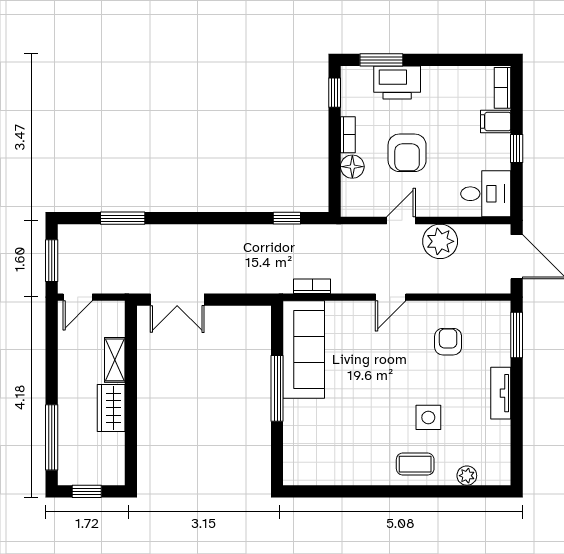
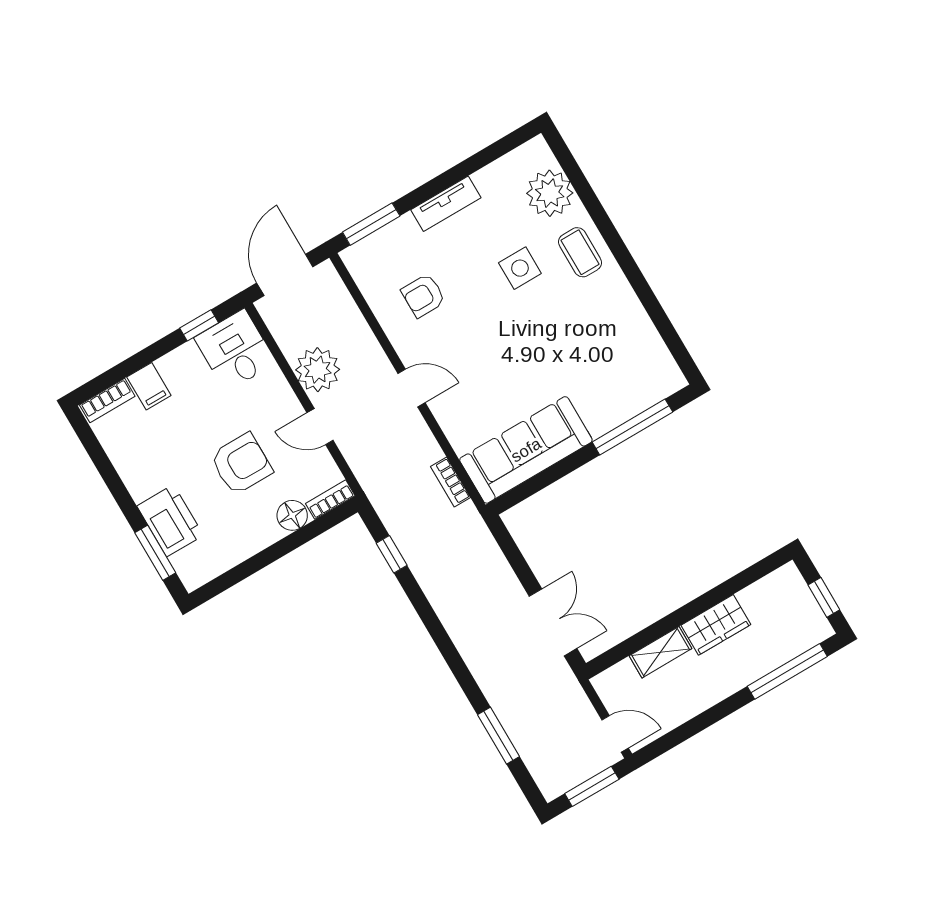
window: (335, 93) -> (222, 583), removed
bookcase: (348, 135) -> (330, 500), moved
window: (517, 148) -> (199, 325), moved
window: (277, 388) -> (632, 427), moved
plant: (467, 476) -> (550, 193), width x1.88, depth x1.88

